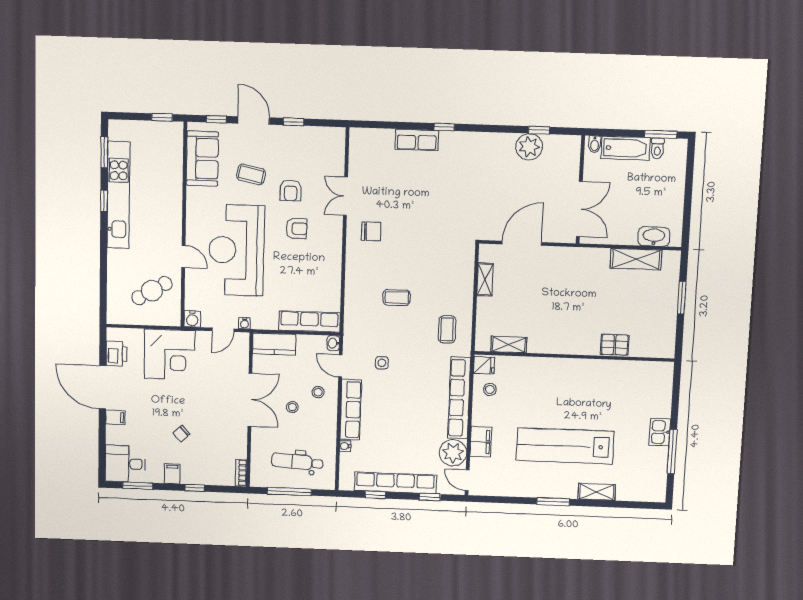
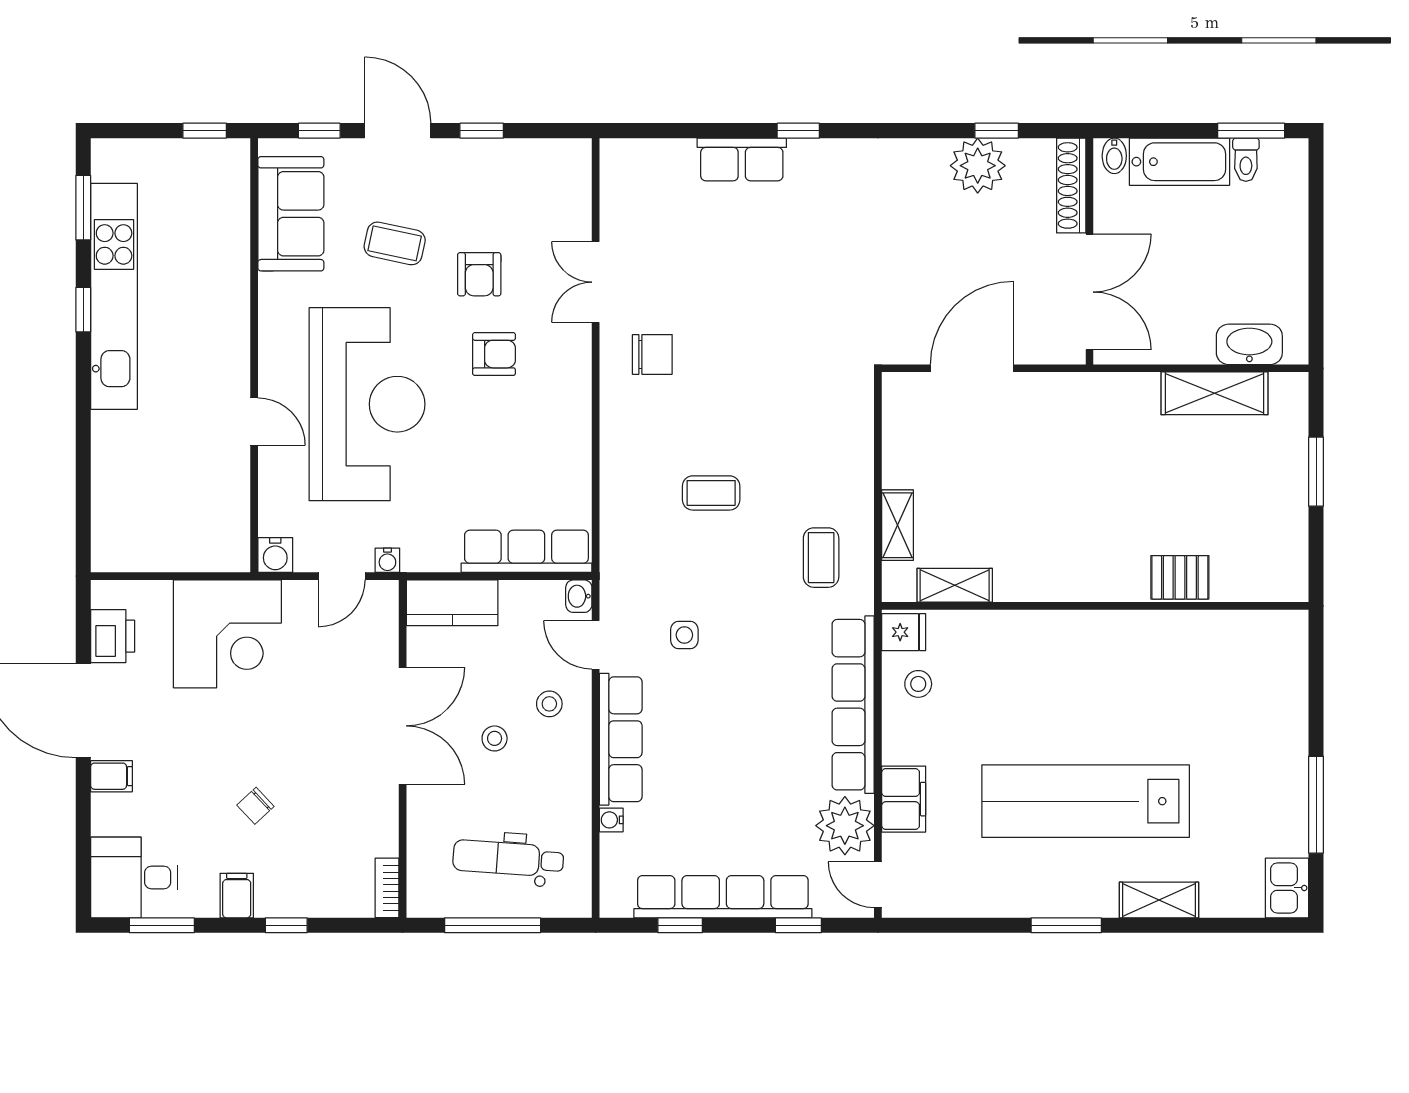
shoe rack: (573, 158) -> (1071, 185), added
reception desk: (236, 250) -> (367, 404), turned 180
shelving: (485, 279) -> (897, 525), moved
cafe table: (152, 291) -> (188, 497), removed
kitchen sink: (660, 432) -> (1287, 888), moved

